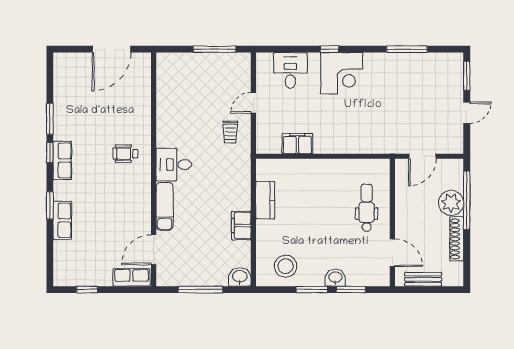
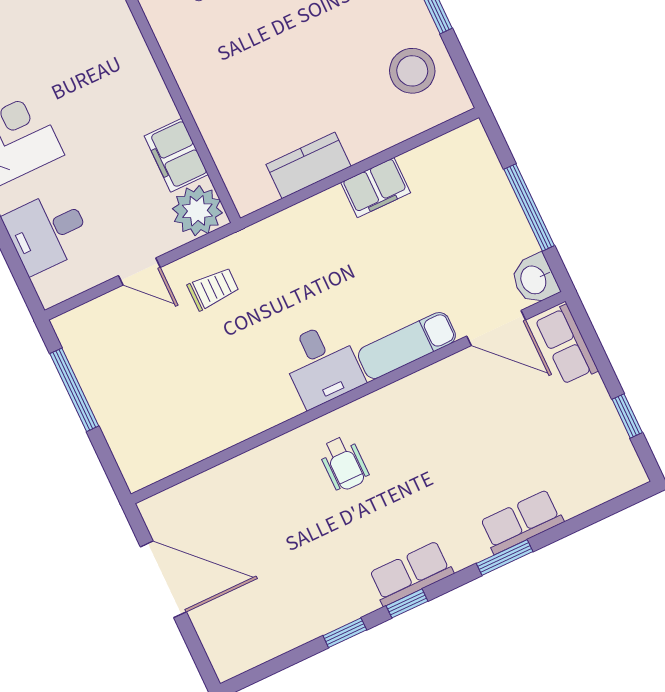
window: (50, 119) -> (345, 633), width x0.67
plant: (268, 141) -> (197, 211), added
washbasin: (240, 277) -> (534, 279), moved

